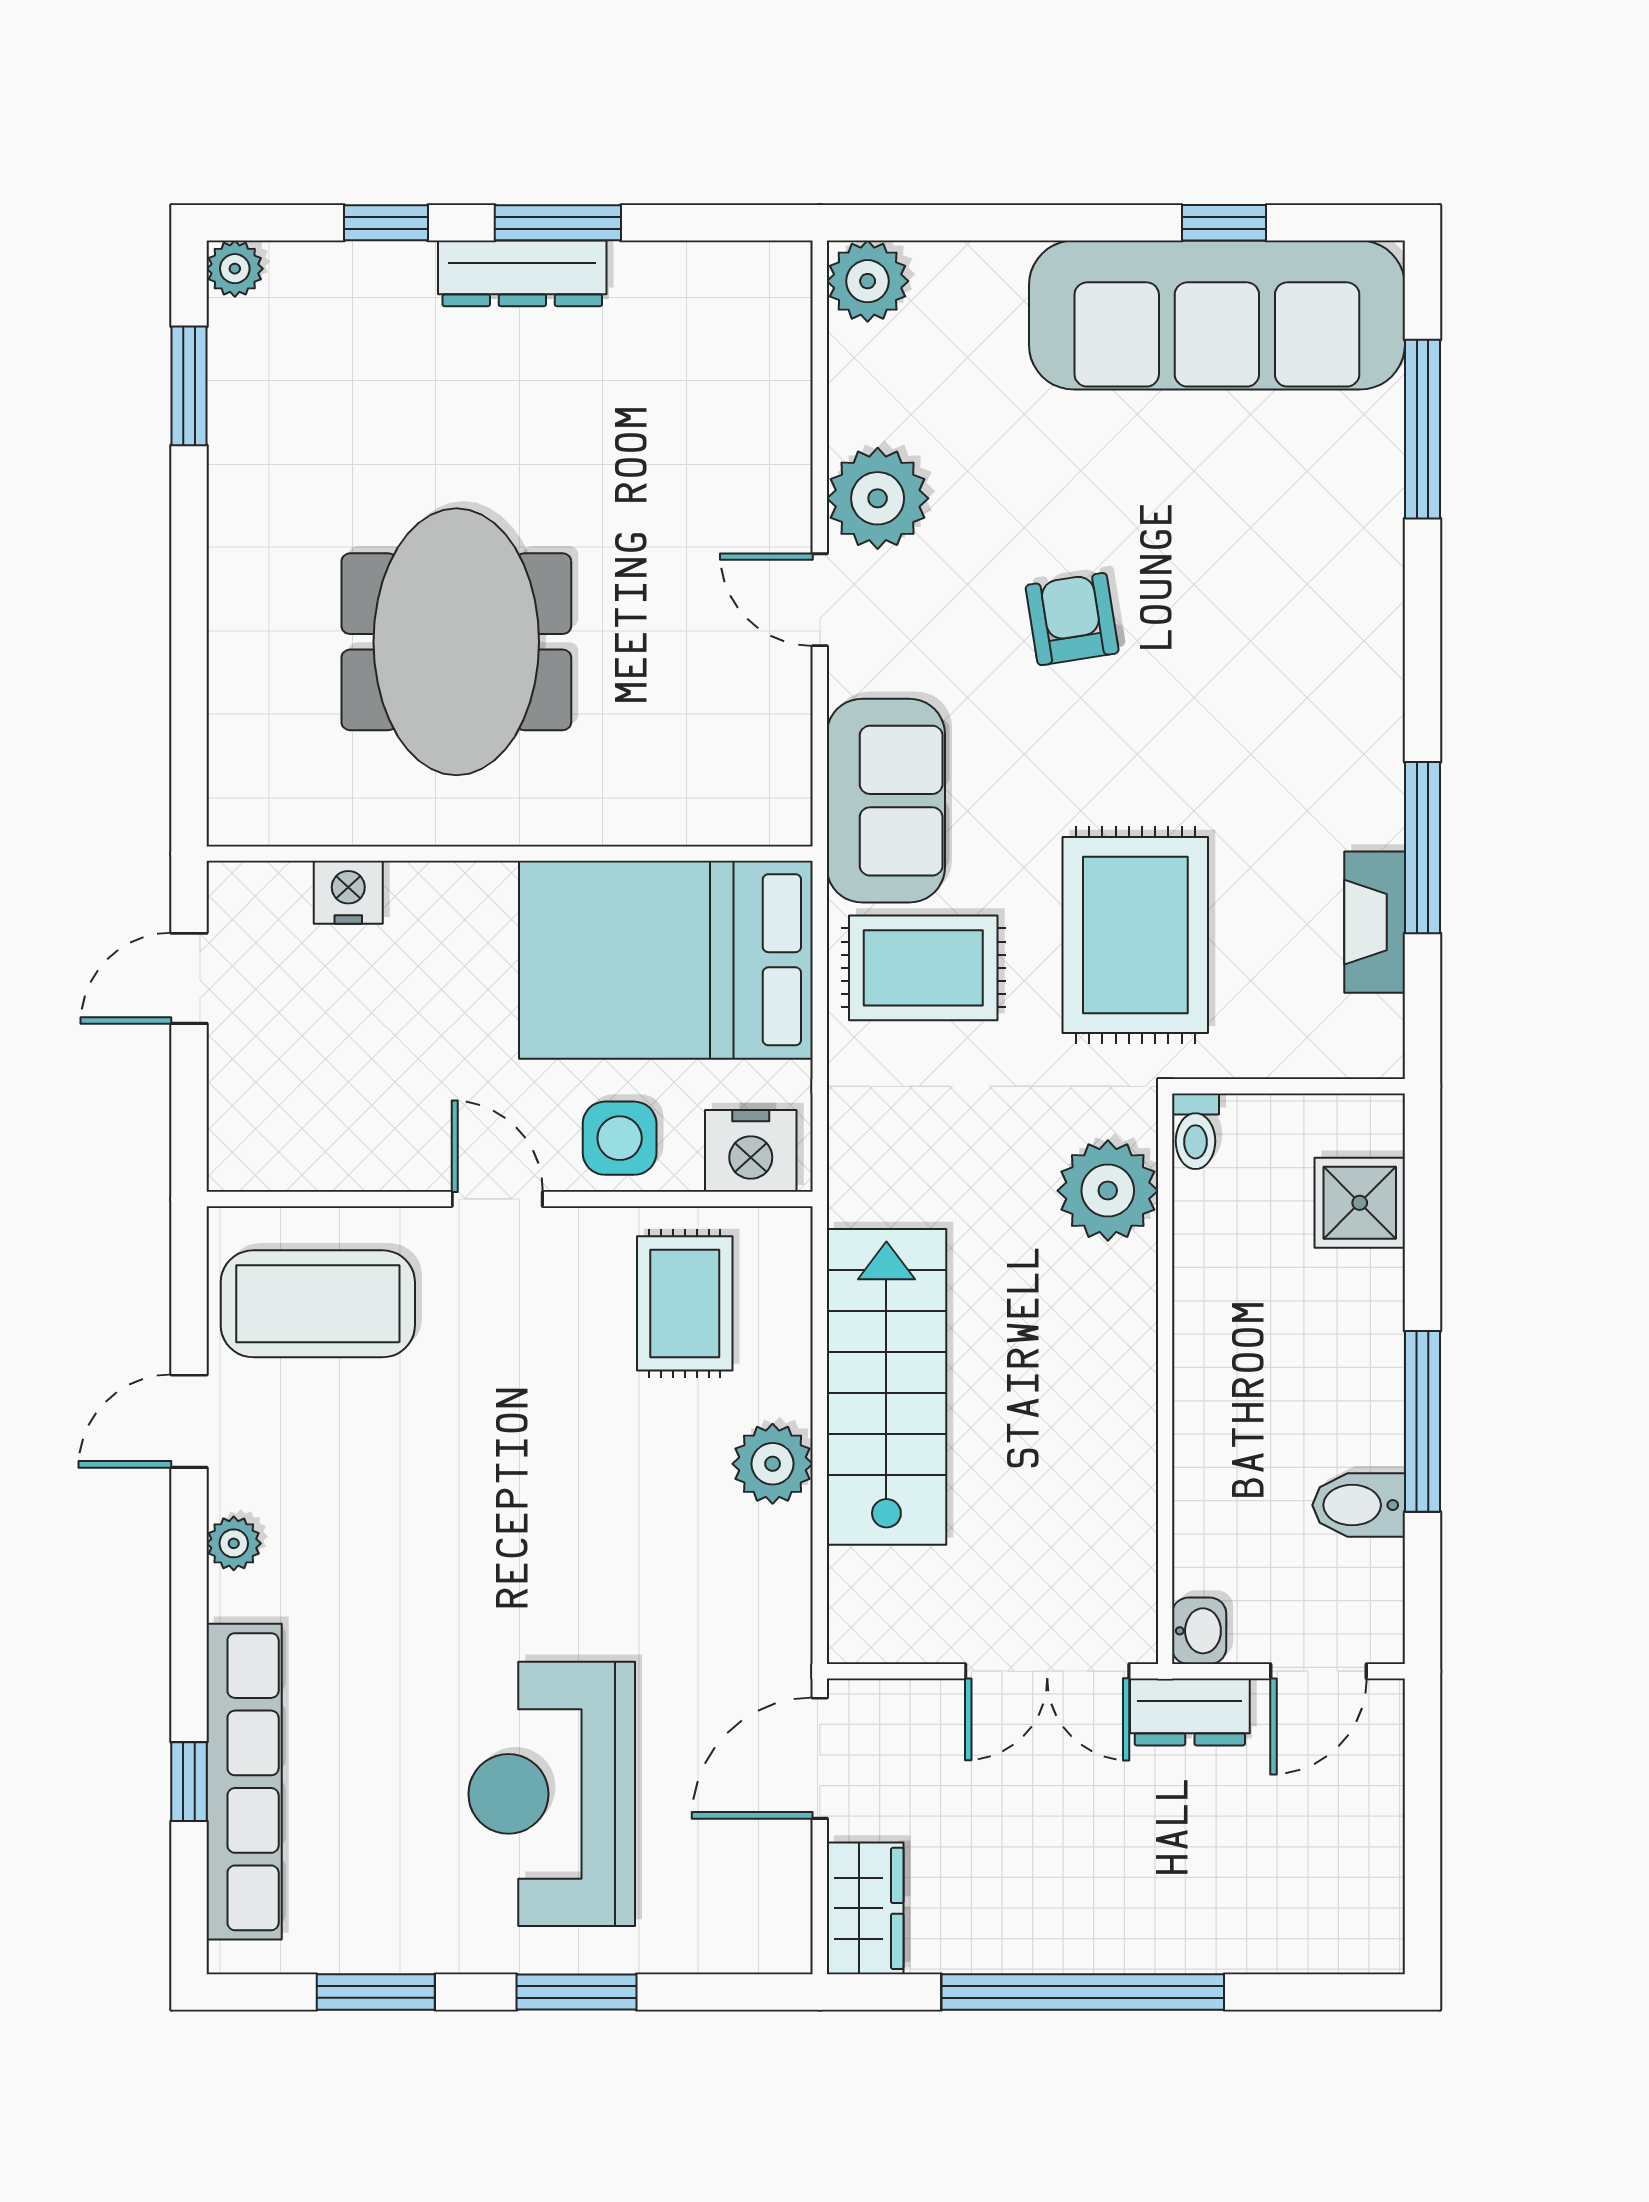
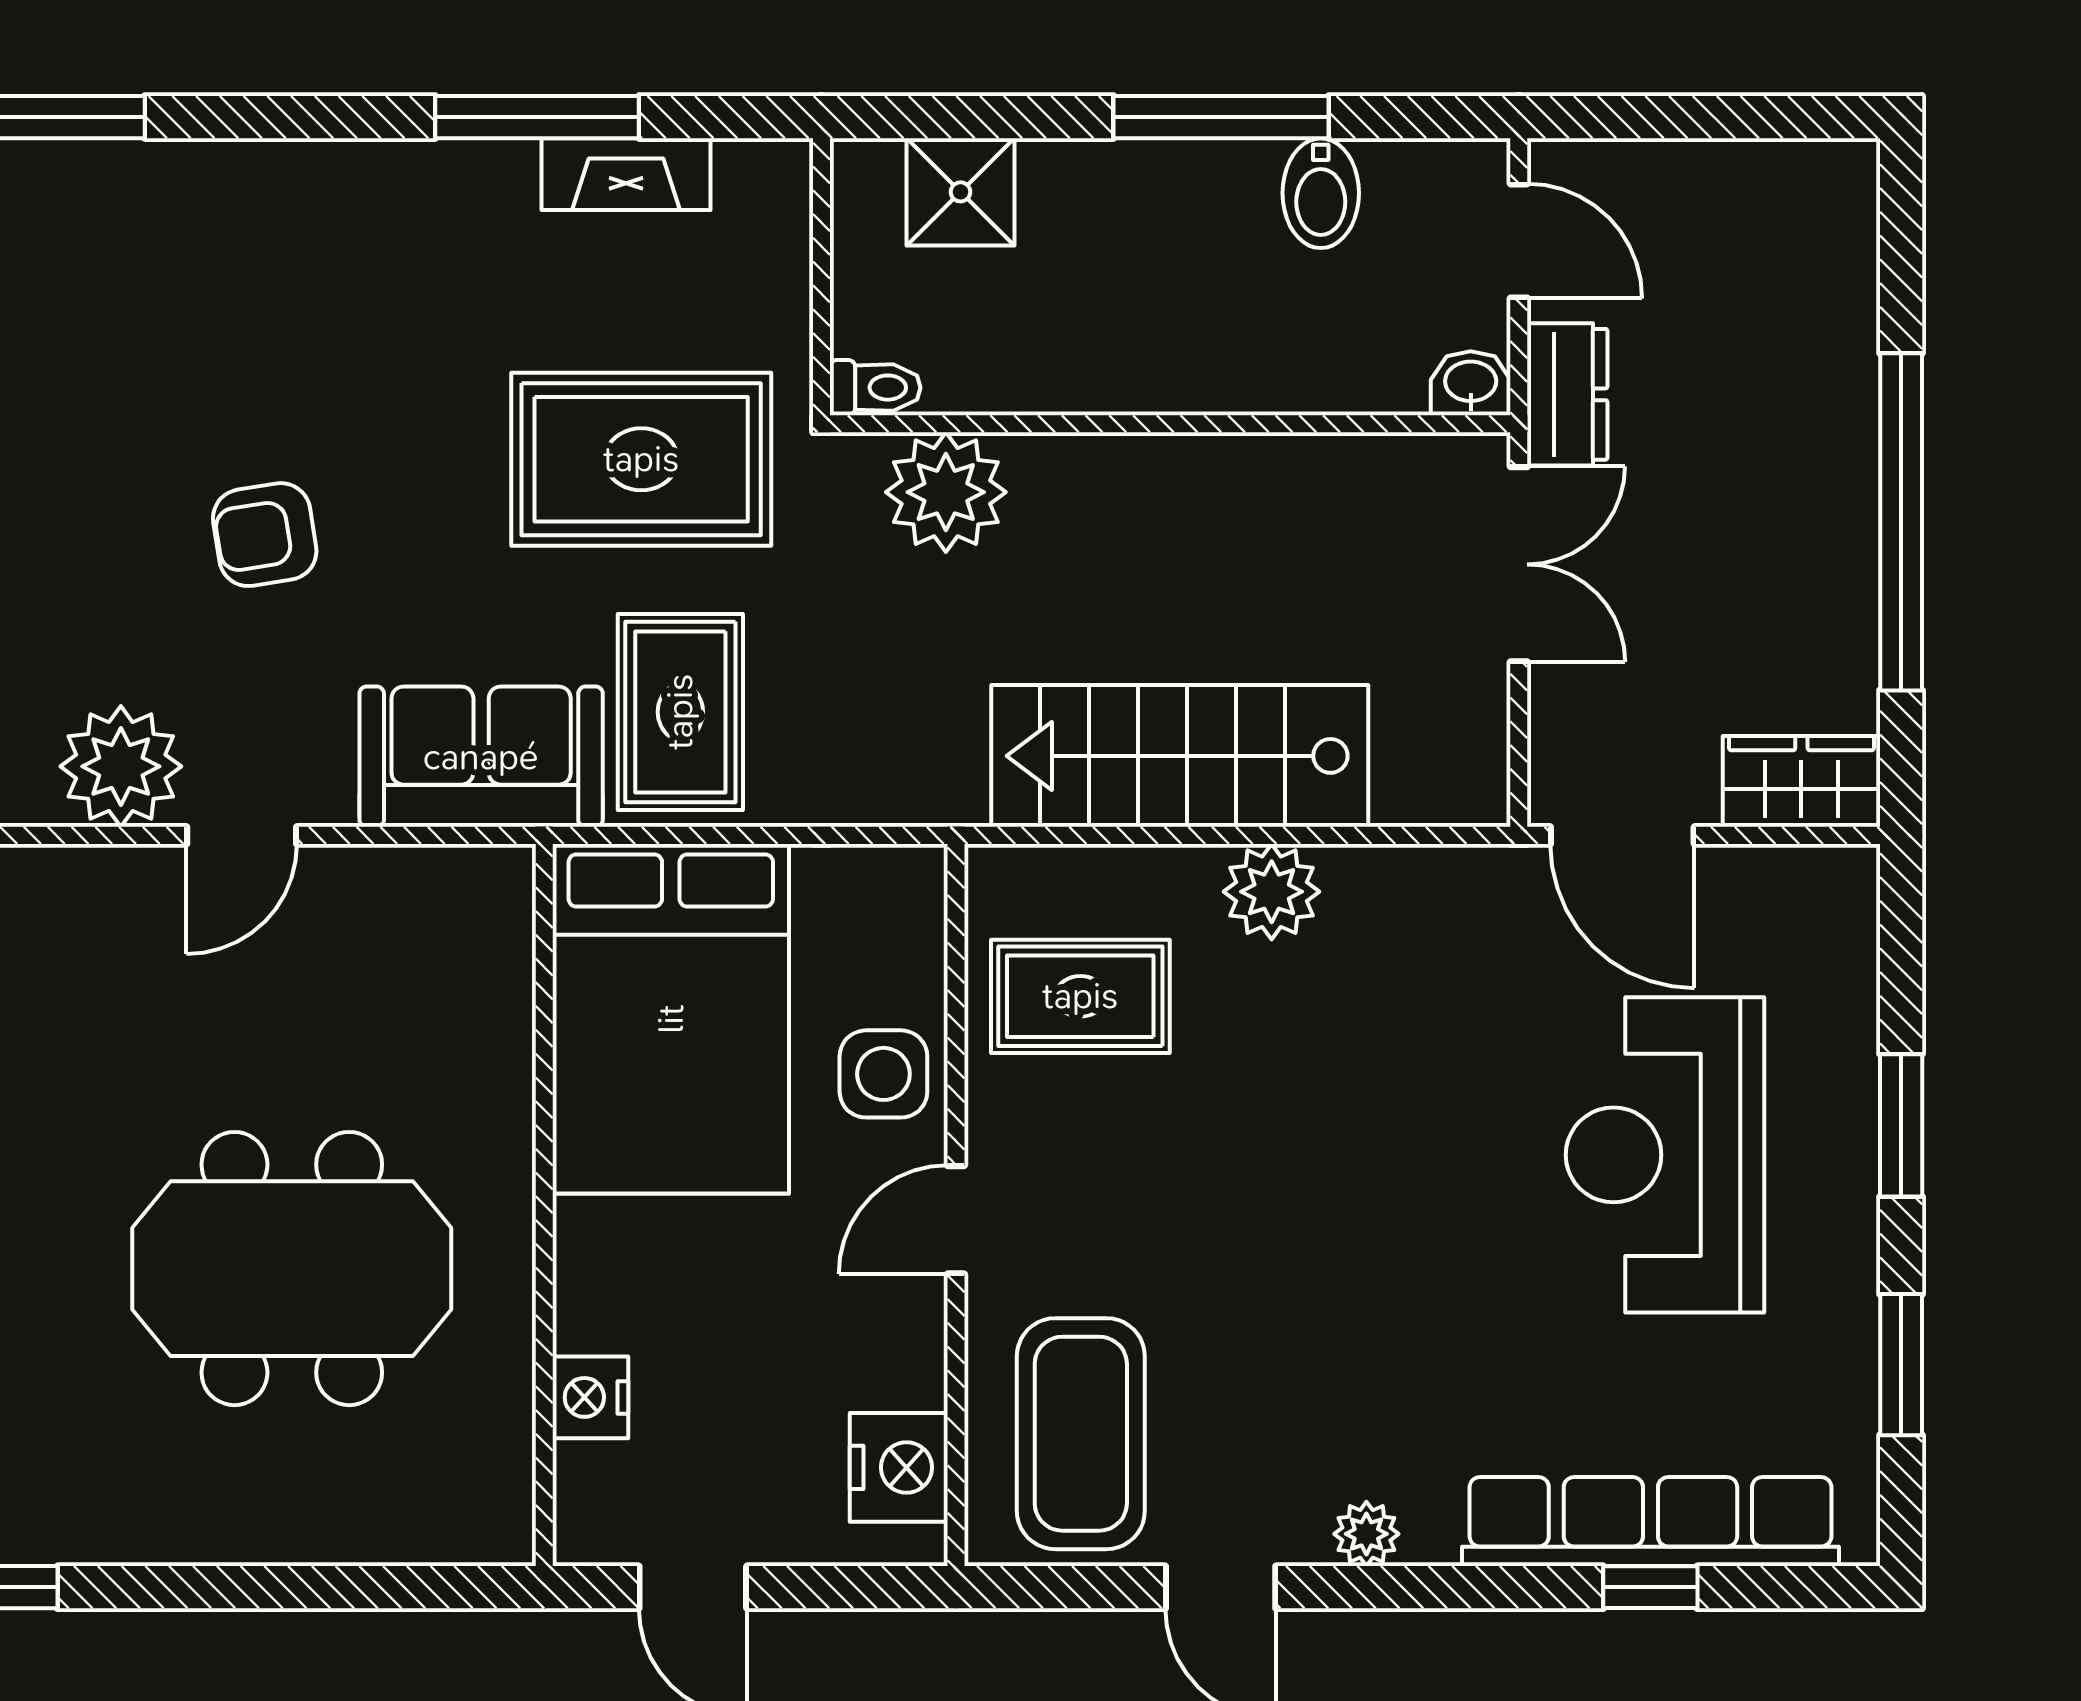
nightstand: (751, 1151) -> (899, 1467), moved
reception desk: (552, 1794) -> (1665, 1155), turned 90

